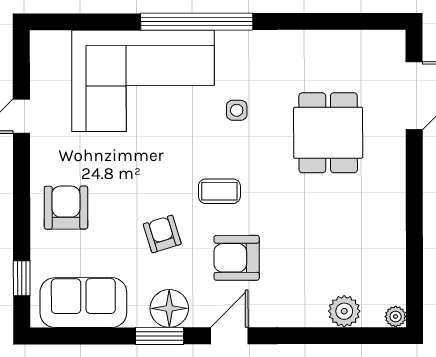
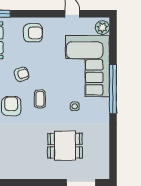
plant: (53, 46) -> (102, 28), added

